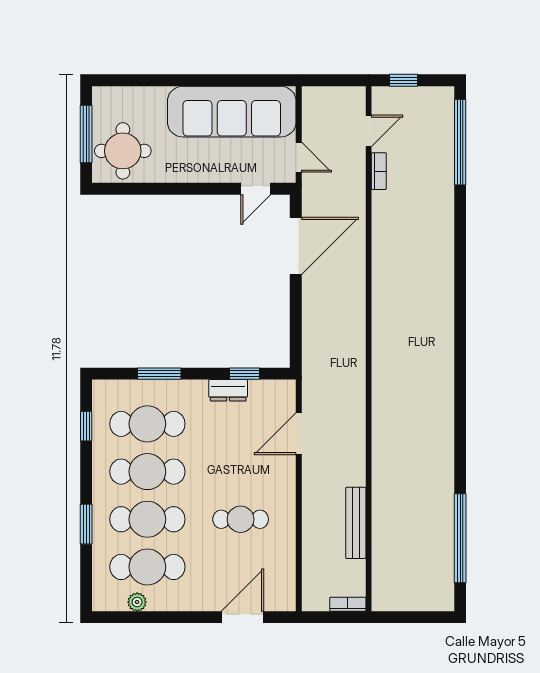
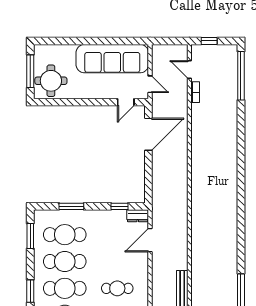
door: (369, 131) -> (189, 69), swing flipped
dresser: (228, 390) -> (138, 216), moved
window: (86, 426) -> (30, 236), width x1.50

